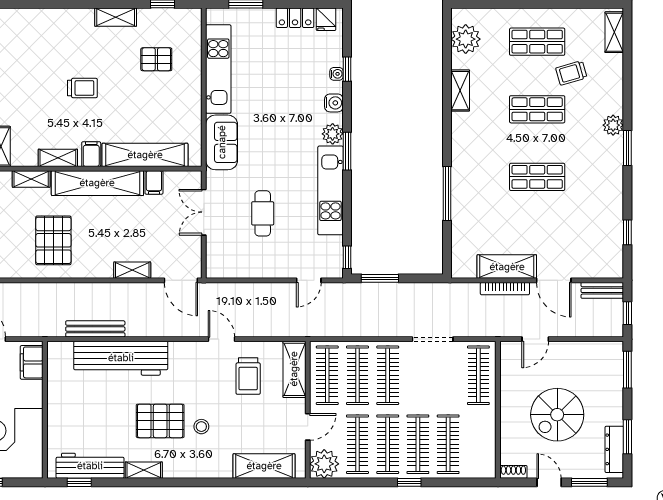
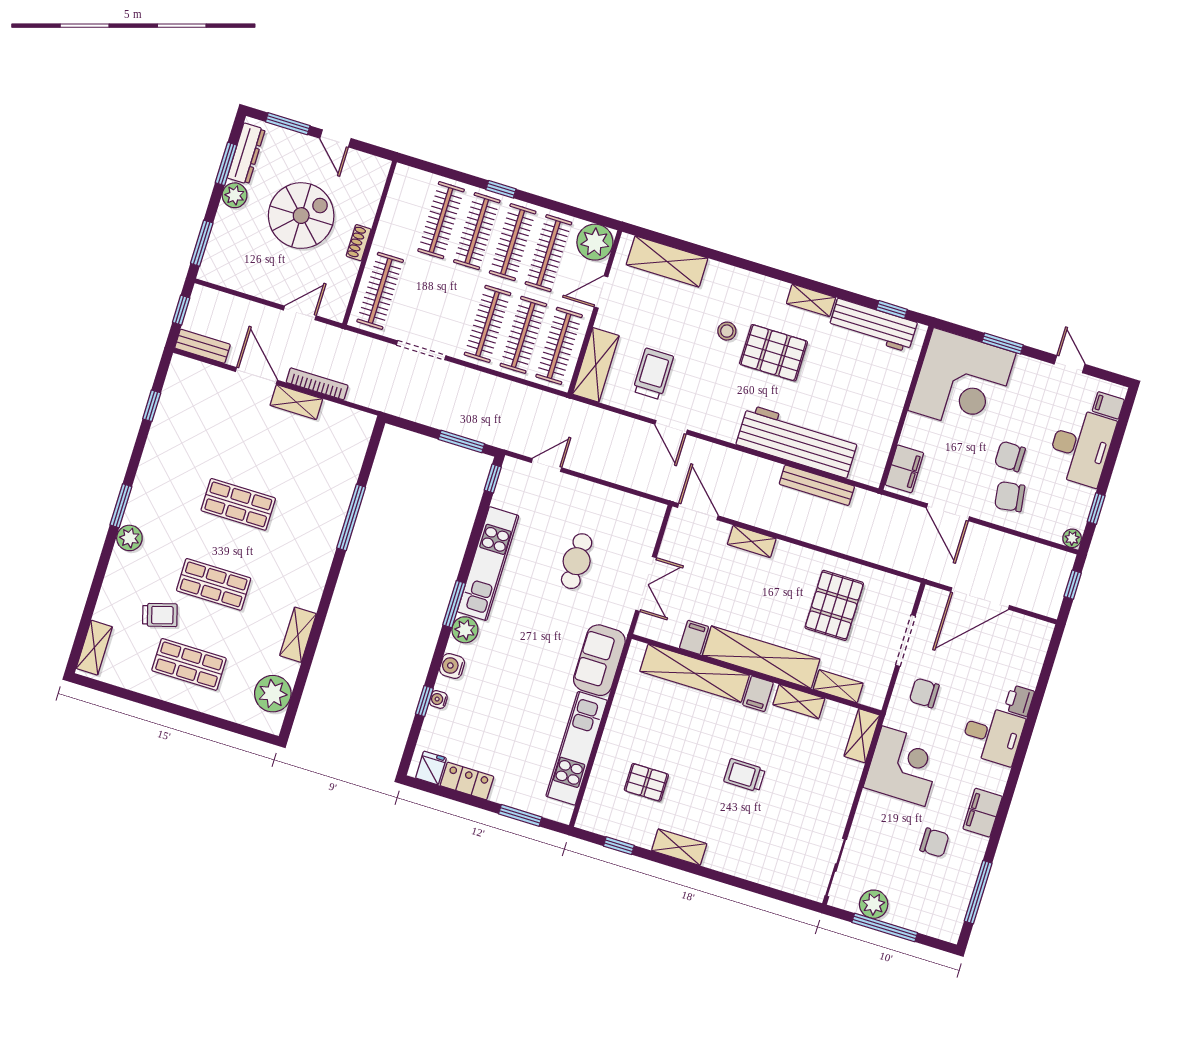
shelving: (507, 267) -> (296, 402), width x0.67, depth x0.75
plant: (613, 414) -> (235, 195), added
shoe rack: (513, 472) -> (359, 243), moved, turned 90

